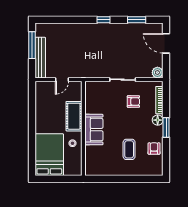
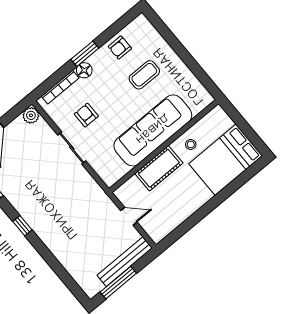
sofa: (94, 130) -> (153, 130), width x1.85, depth x1.27

